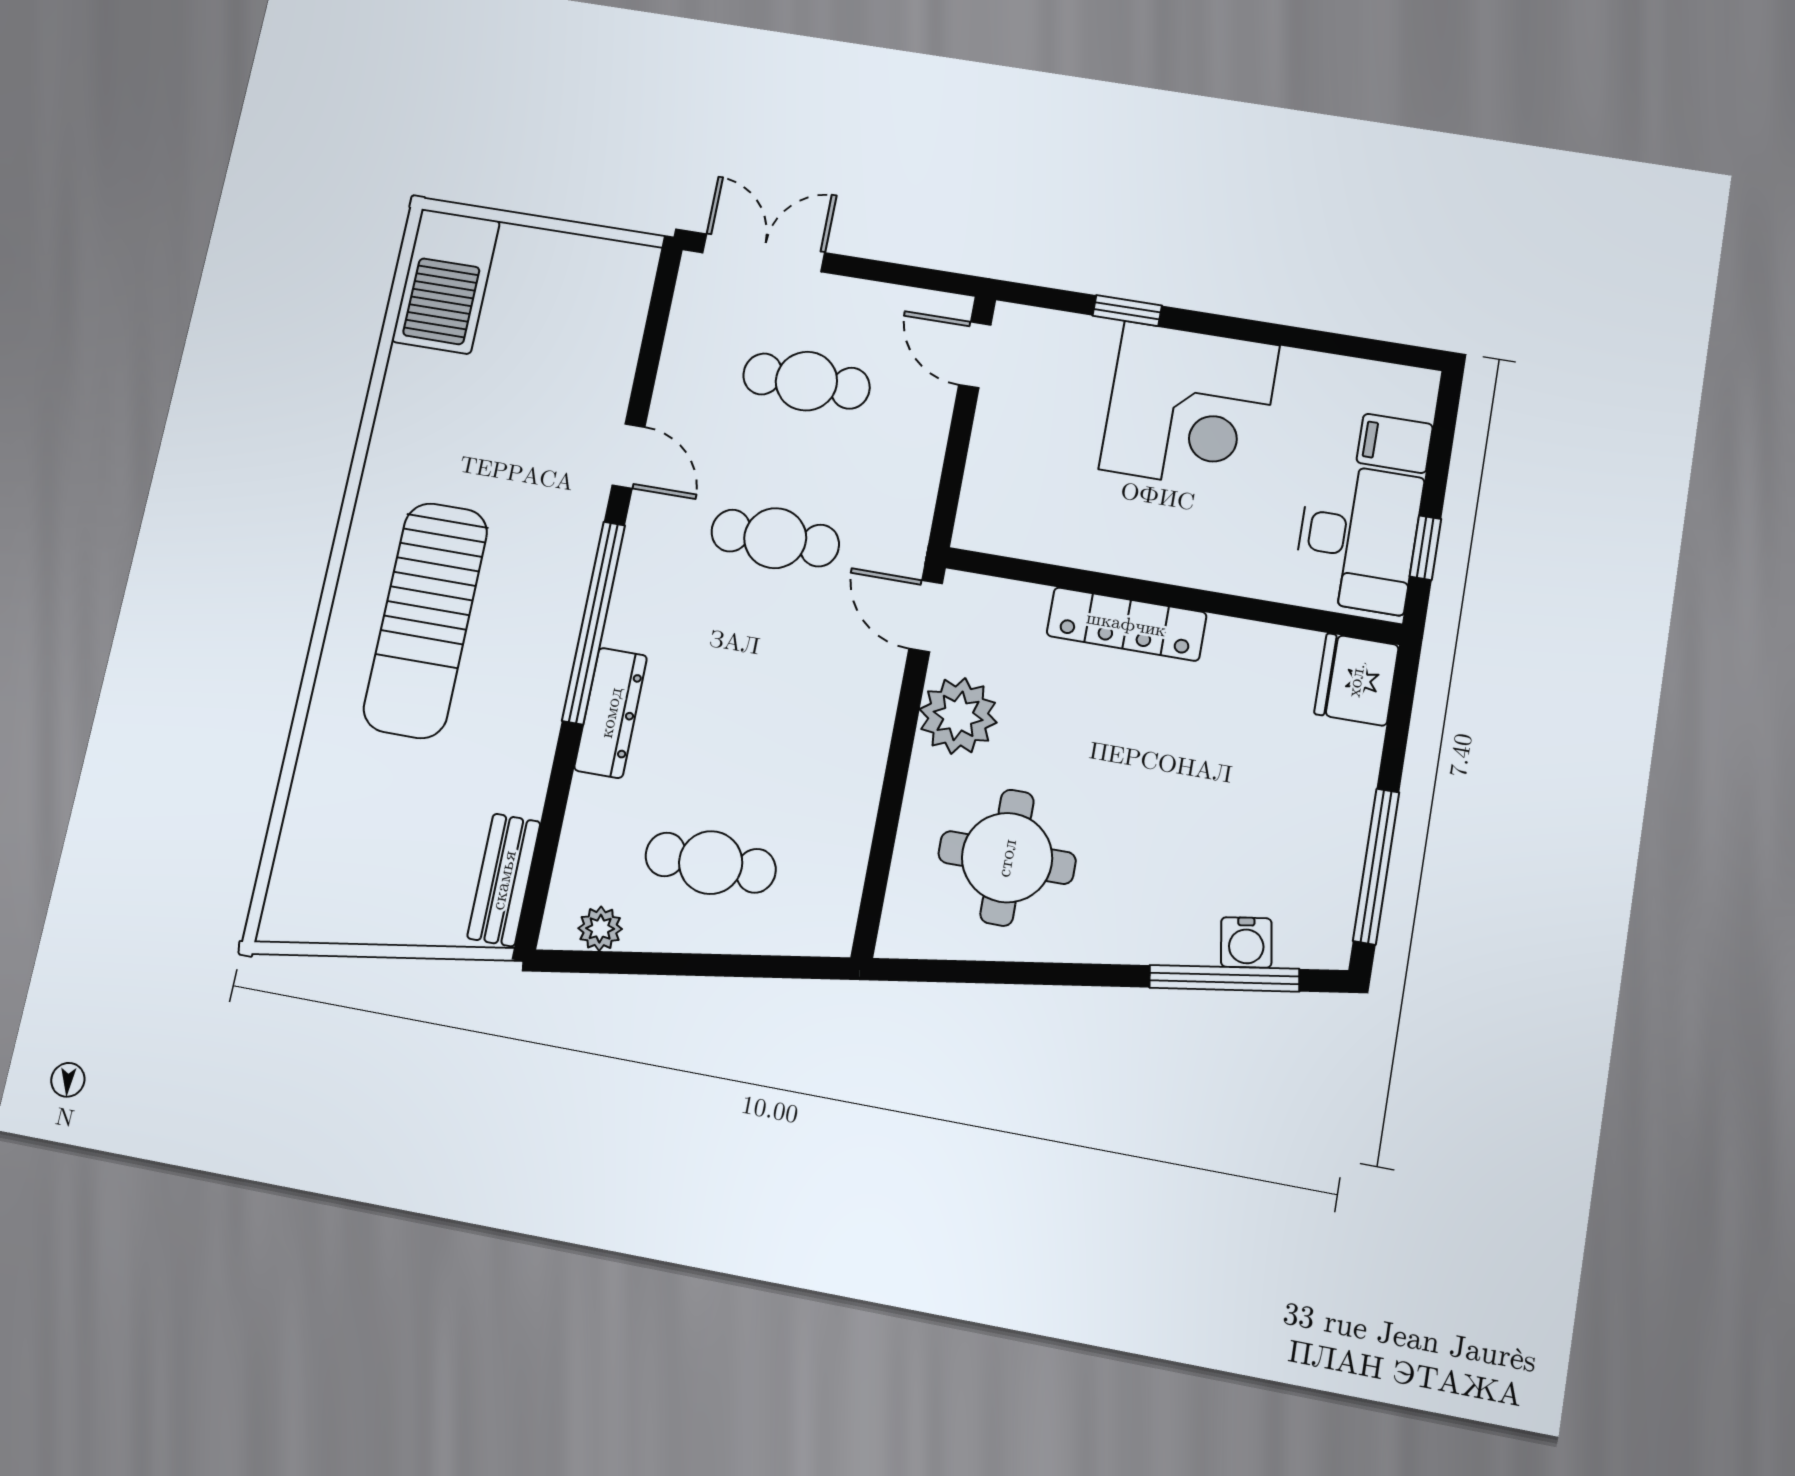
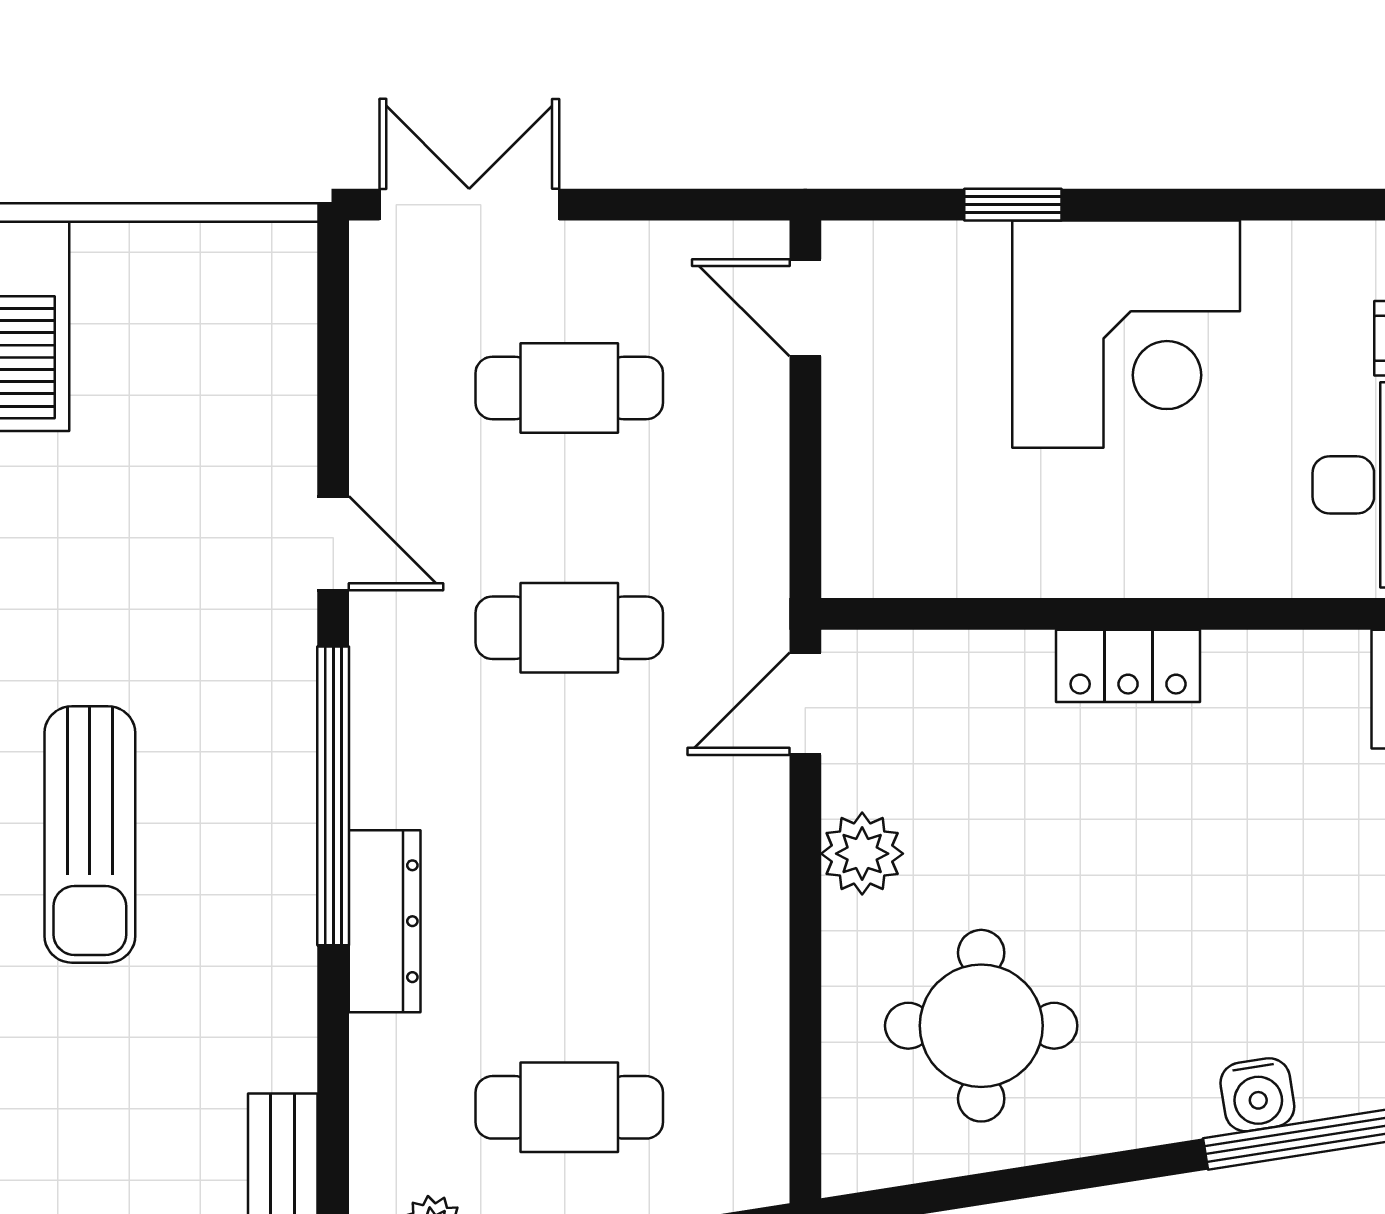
door: (926, 616) -> (805, 704), hinge flipped
sun lounger: (426, 620) -> (90, 834), width x0.73, depth x0.75
locker: (1126, 624) -> (1128, 666), width x0.66
plant: (958, 716) -> (862, 854), width x0.73, depth x0.73
water cooler: (1246, 942) -> (1257, 1095), moved

